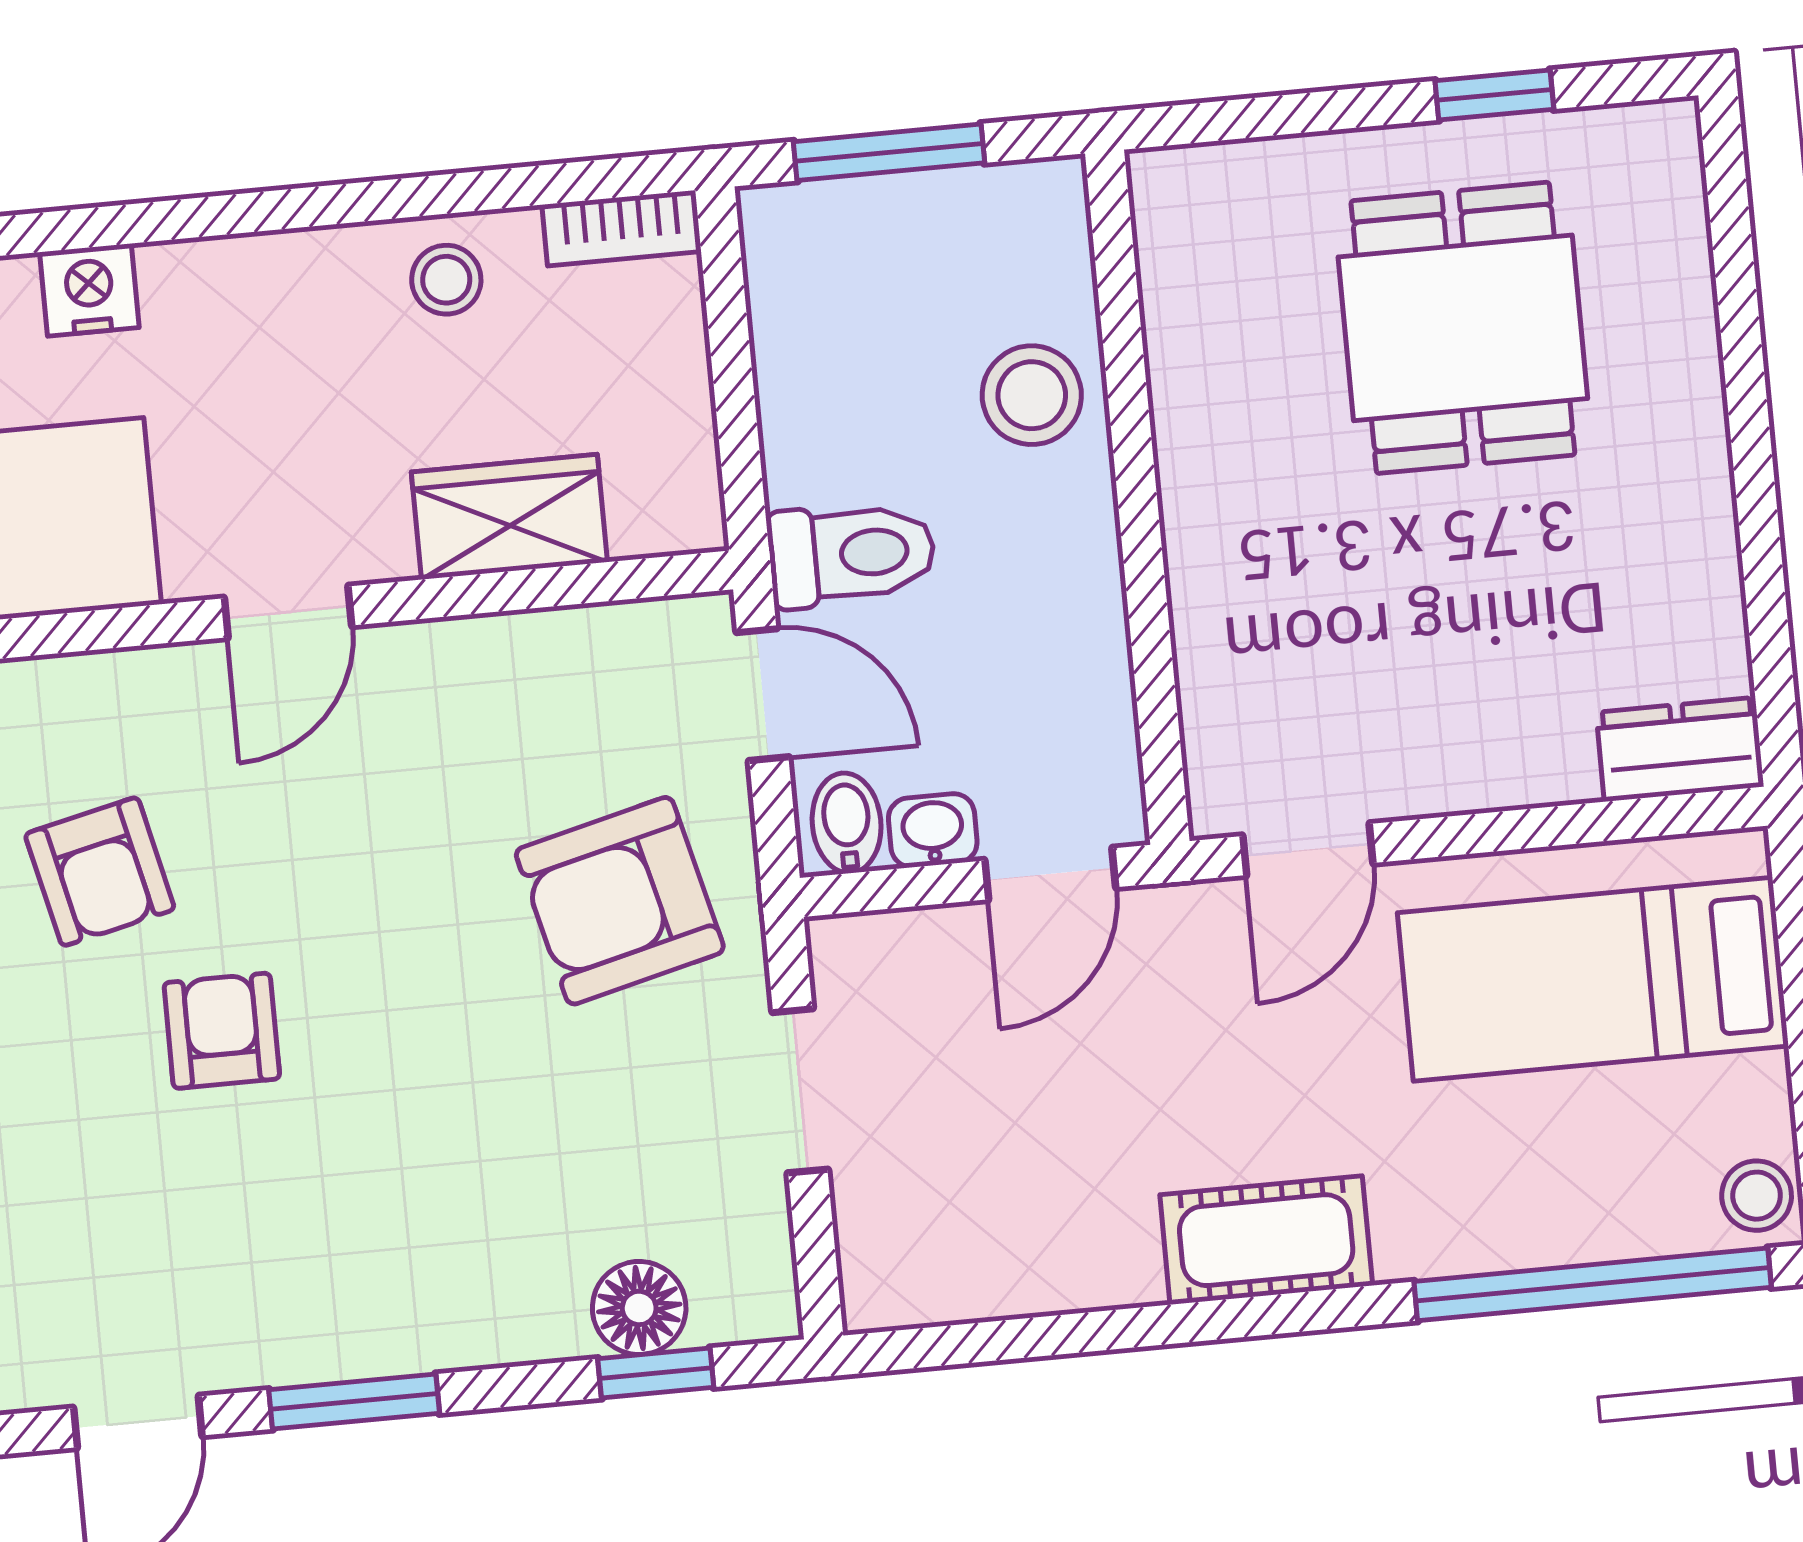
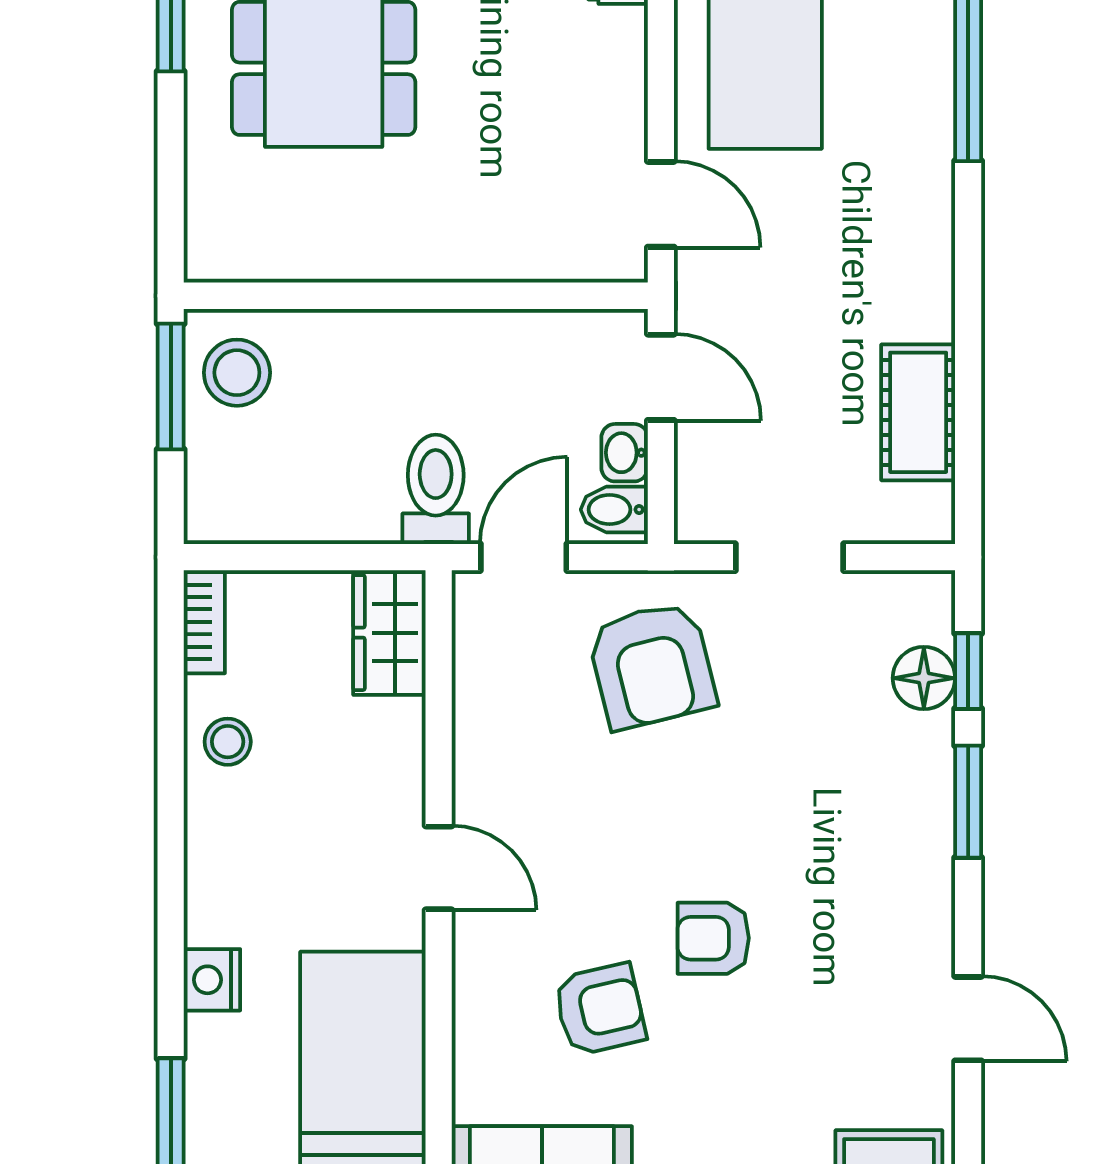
window: (889, 152) -> (171, 386), moved
stool: (1032, 395) -> (237, 373), moved
wardrobe: (509, 517) -> (389, 633), moved
cot: (1266, 1240) -> (918, 412), moved
window: (354, 1401) -> (968, 802), moved

